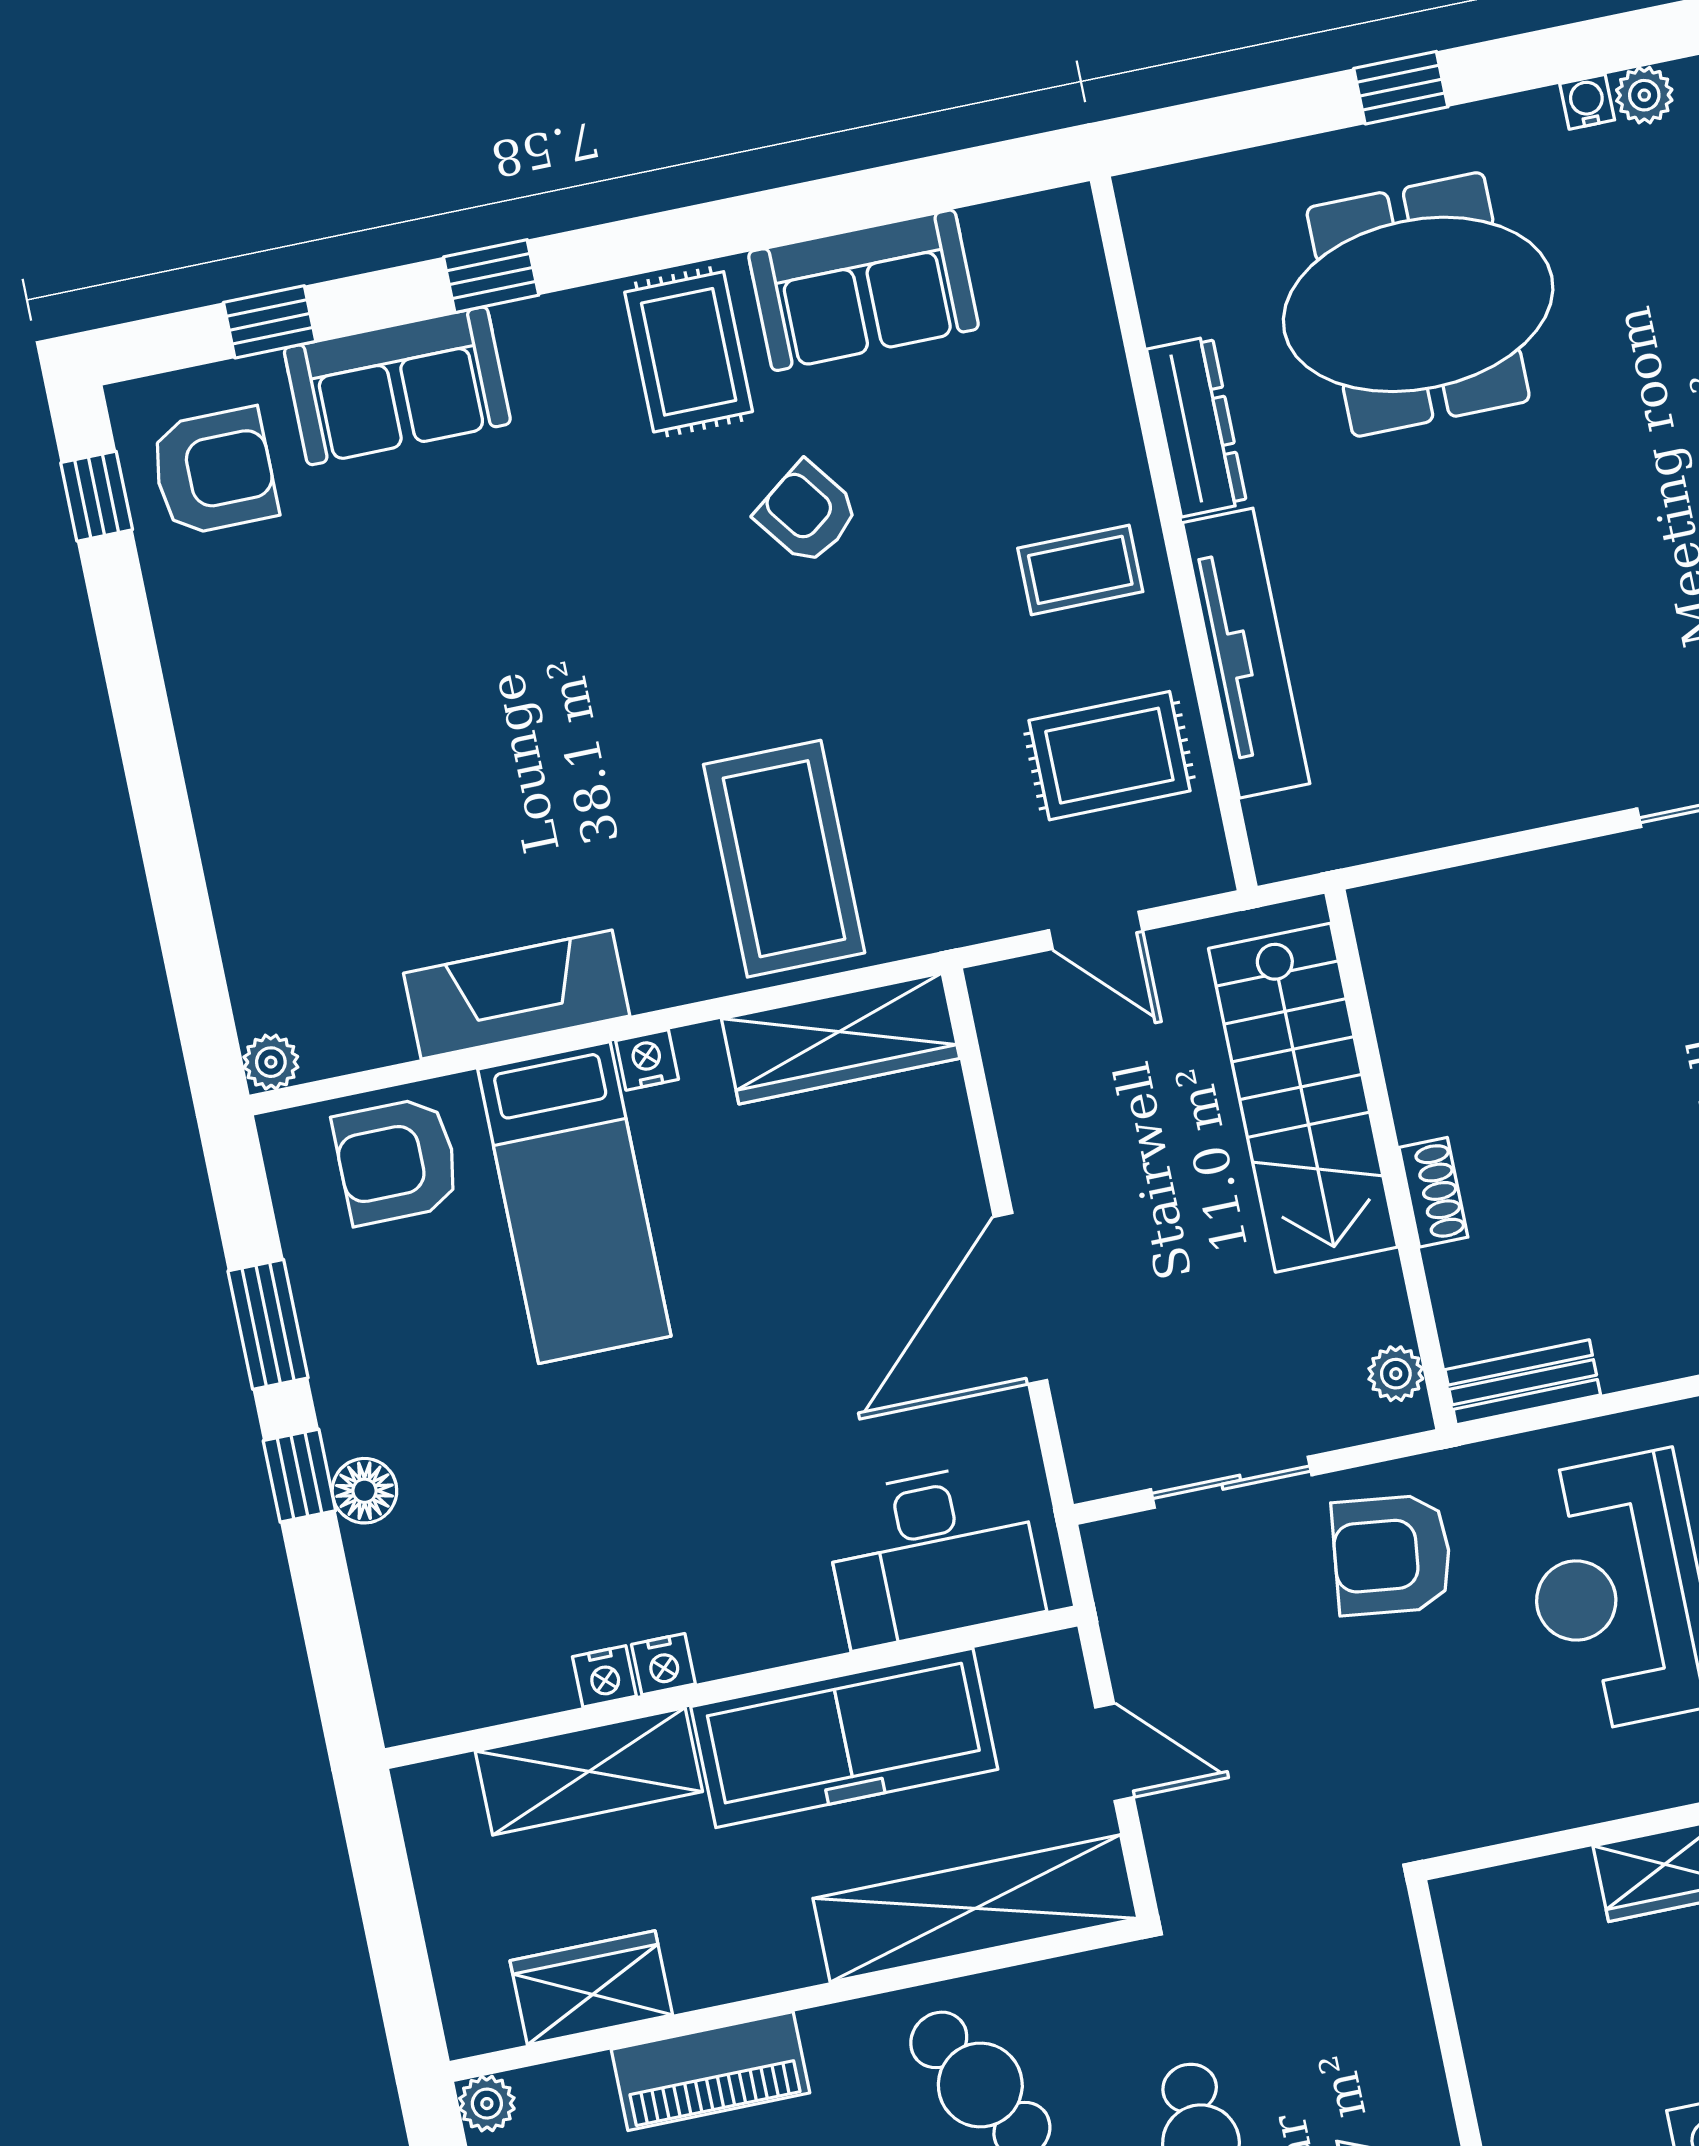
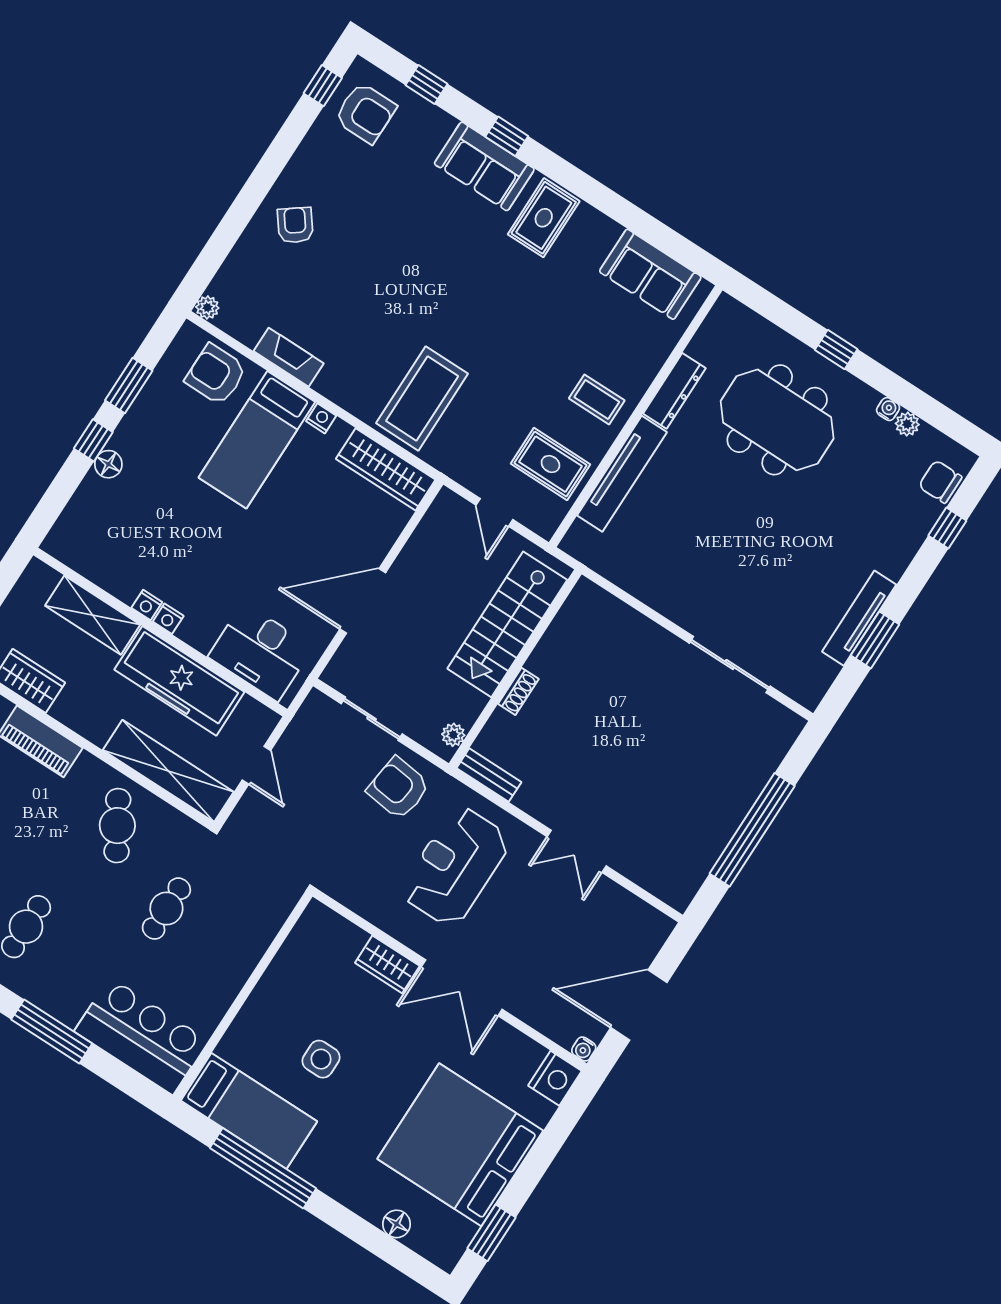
sofa: (864, 290) -> (650, 274), moved
sofa: (397, 386) -> (484, 166), moved
armchair: (807, 513) -> (295, 225), moved
fireplace: (517, 995) -> (289, 357), width x0.73, depth x0.76
nightstand: (604, 1676) -> (168, 619), moved

